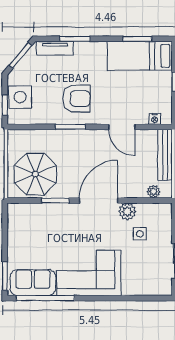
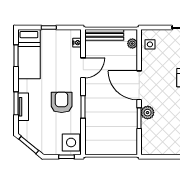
tv unit: (55, 48) -> (23, 107), moved
side table: (20, 97) -> (71, 142), moved
parasol: (35, 174) -> (119, 134), removed
plant: (127, 212) -> (148, 113), moved
side table: (140, 234) -> (150, 44), moved

